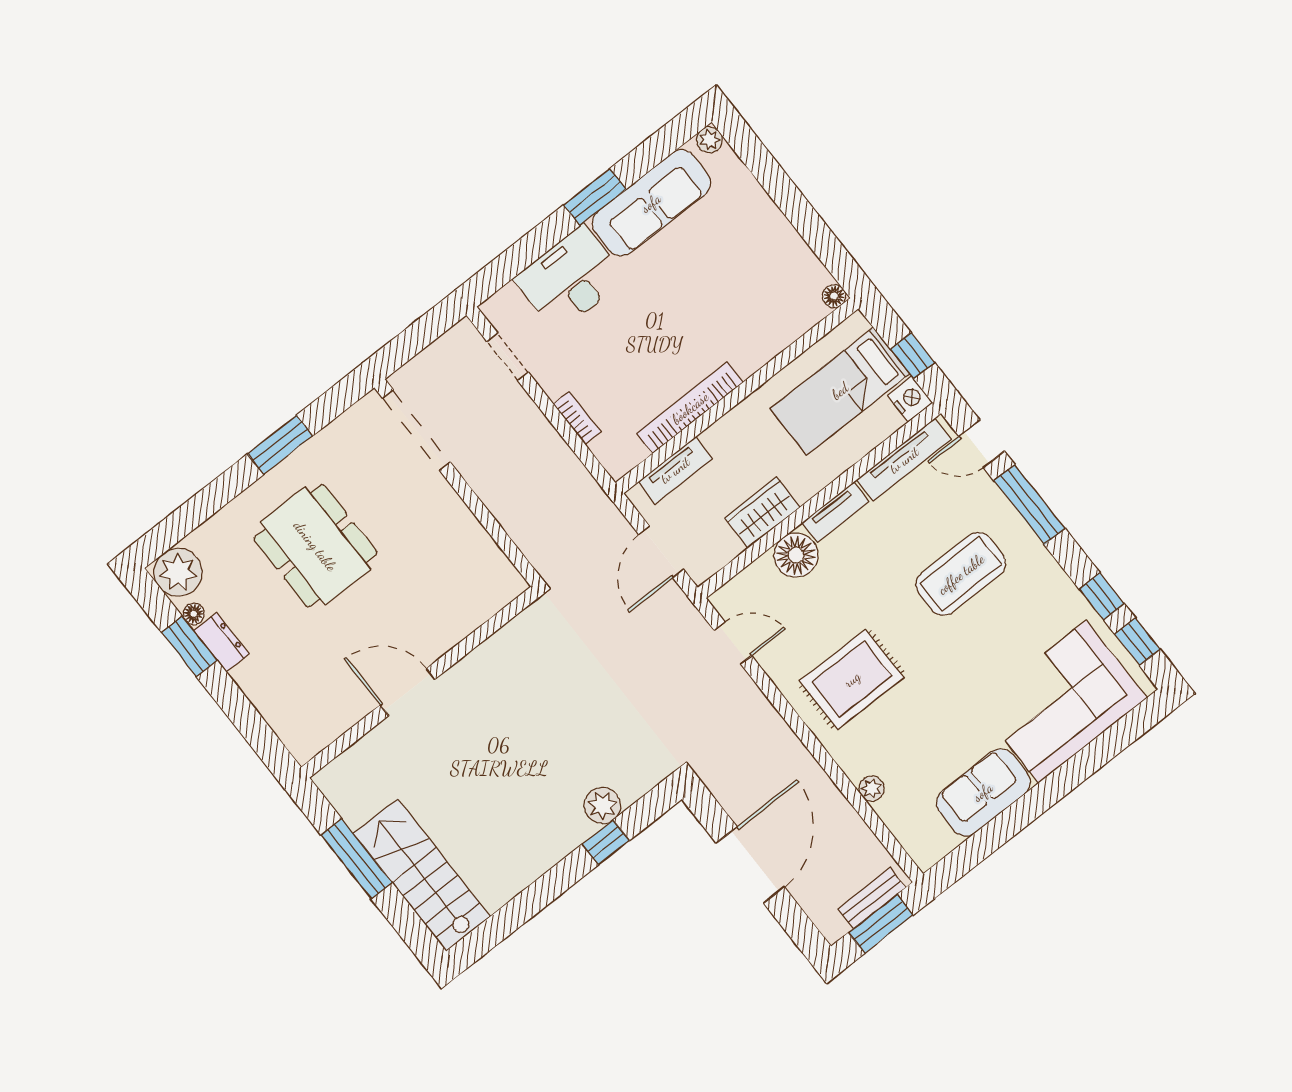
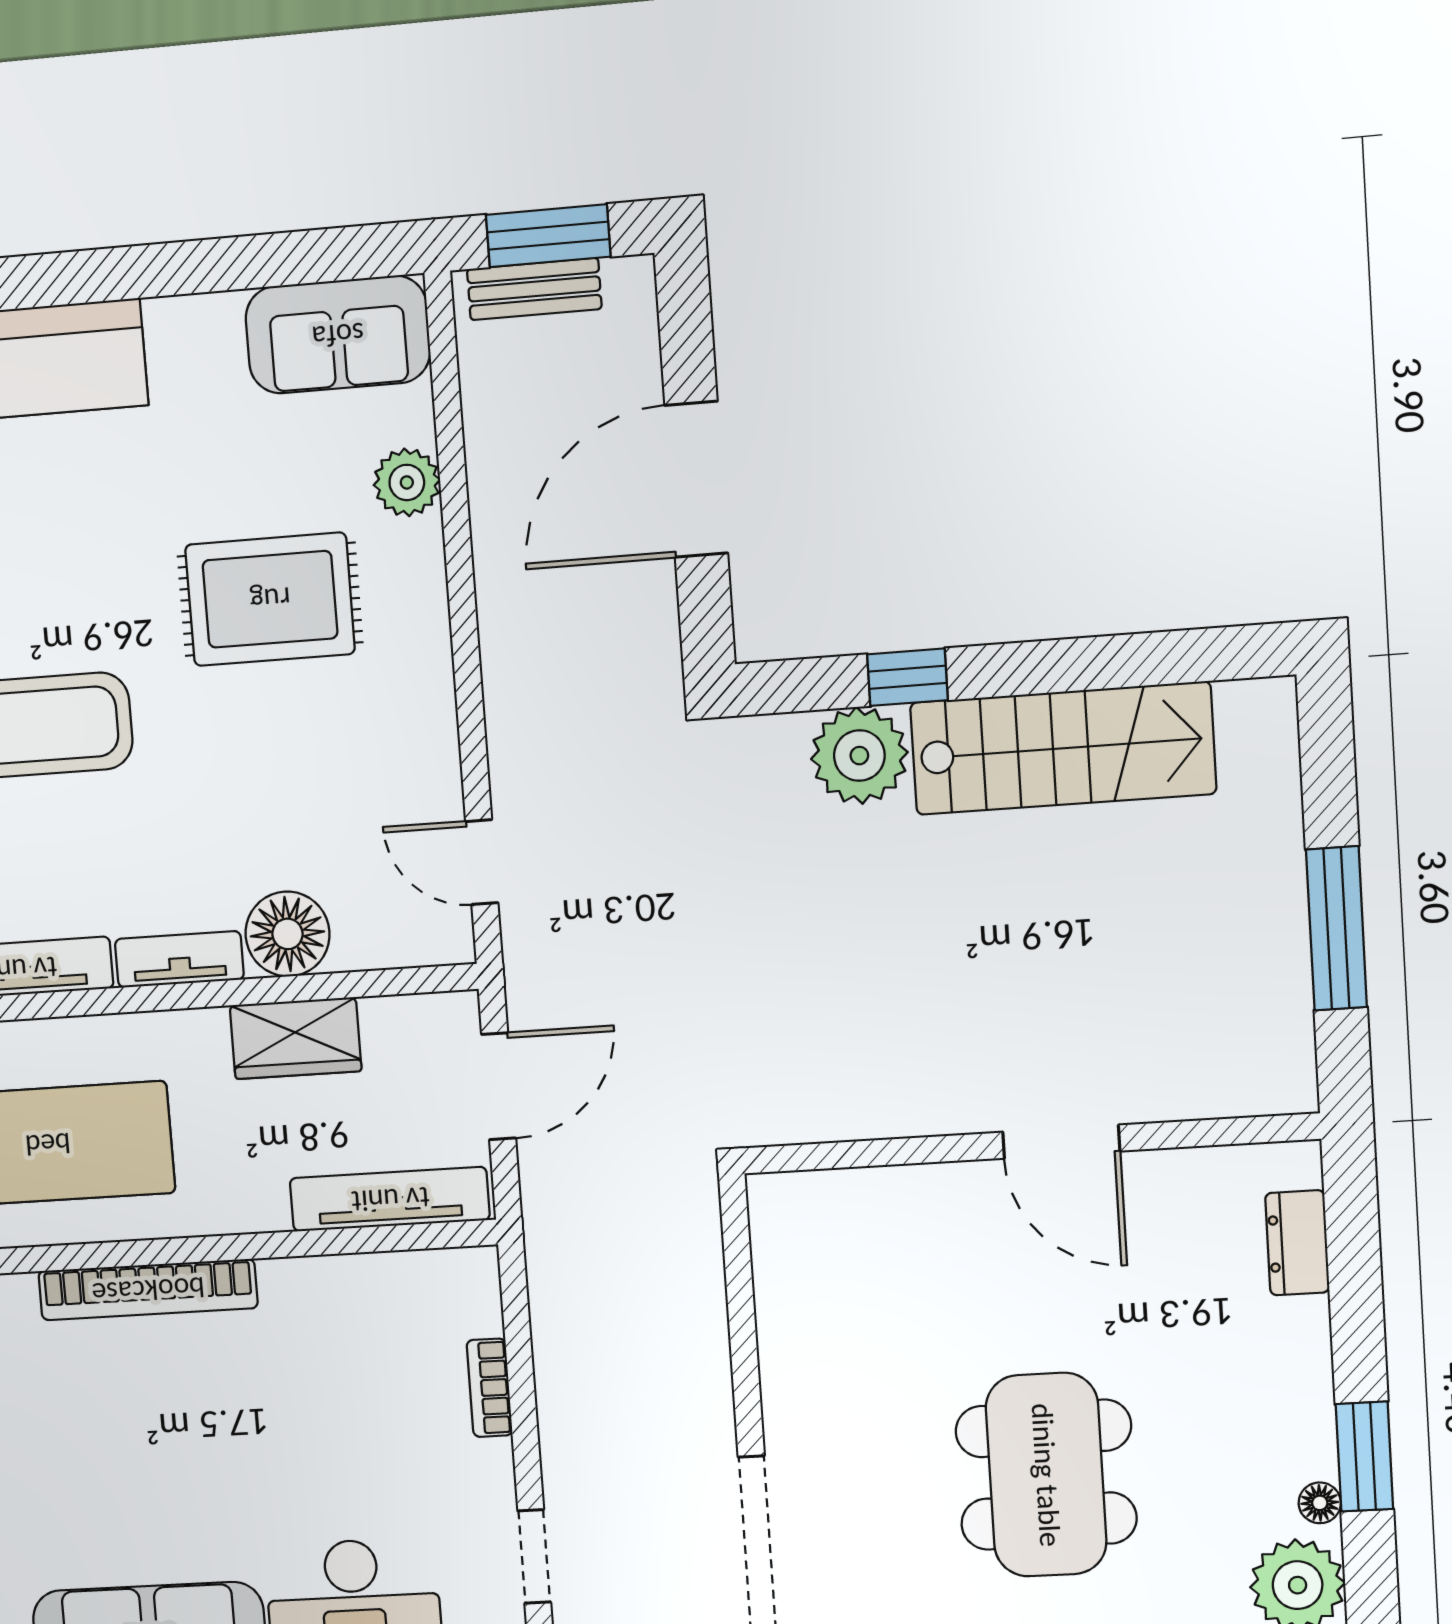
bookcase: (690, 408) -> (148, 1290), moved
tv unit: (675, 470) -> (390, 1199), width x1.41
dresser: (221, 642) -> (1297, 1243), moved
rug: (852, 679) -> (270, 599), moved
plant: (872, 789) -> (407, 482), width x1.38, depth x1.38
sofa: (983, 792) -> (338, 335), moved
plant: (602, 806) -> (859, 756), width x1.36, depth x1.36
stairs: (422, 875) -> (1063, 748), moved, turned -90

